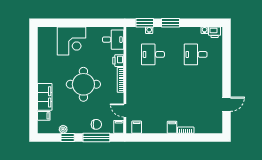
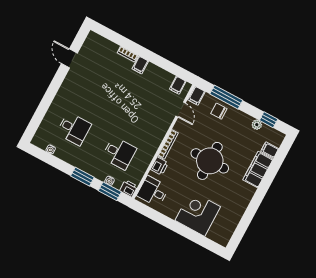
printer: (215, 32) -> (129, 188), moved
door: (227, 104) -> (69, 58), hinge flipped
window: (68, 138) -> (269, 120), moved

